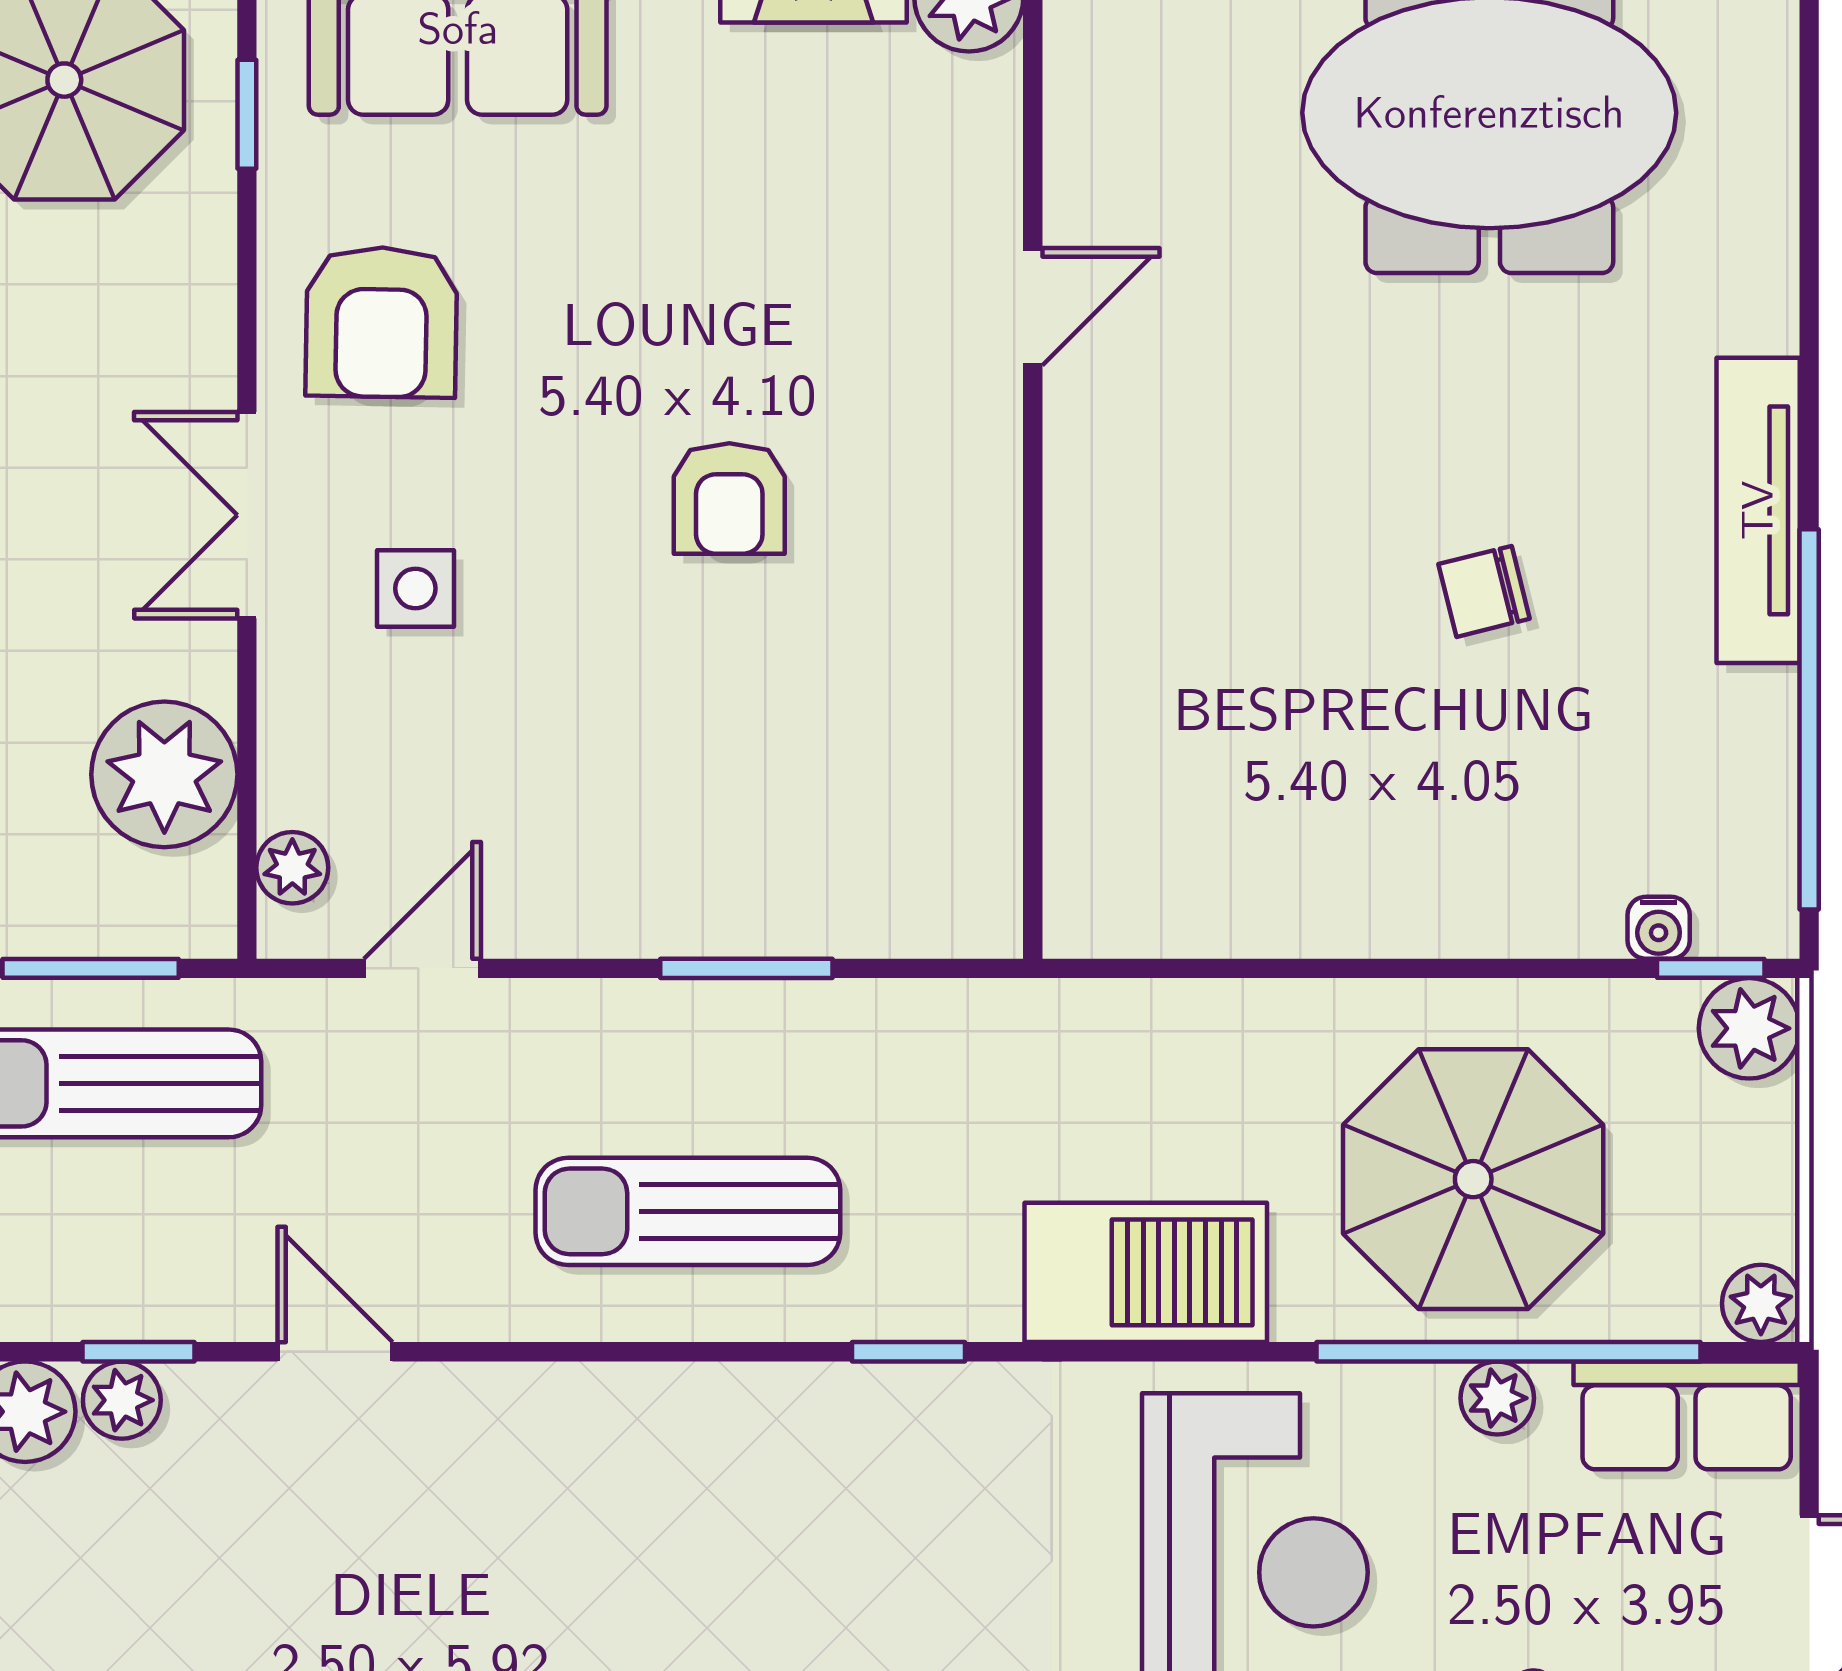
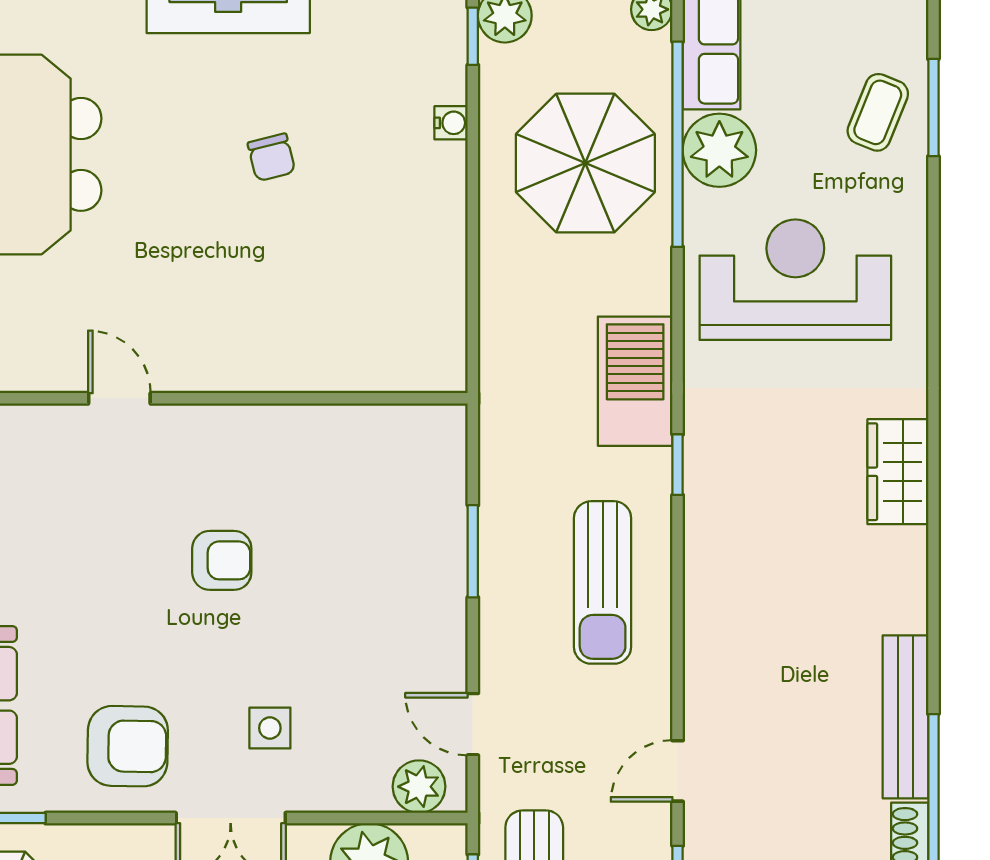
plant: (292, 868) -> (419, 787), width x1.38, depth x1.38
water cooler: (1659, 928) -> (451, 123), moved
barbecue: (1146, 1272) -> (635, 381), moved
plant: (1497, 1398) -> (719, 150), width x1.87, depth x1.87

